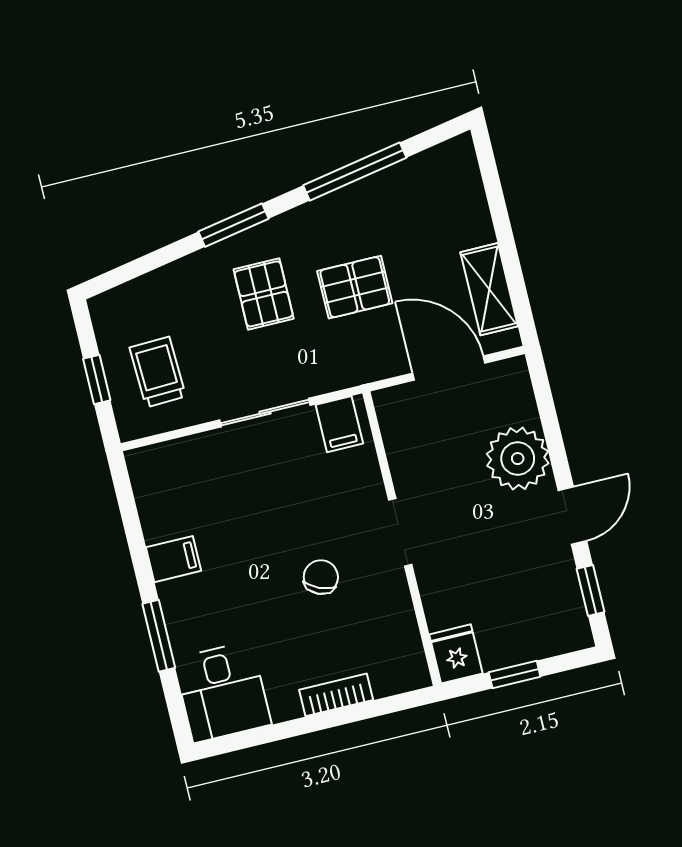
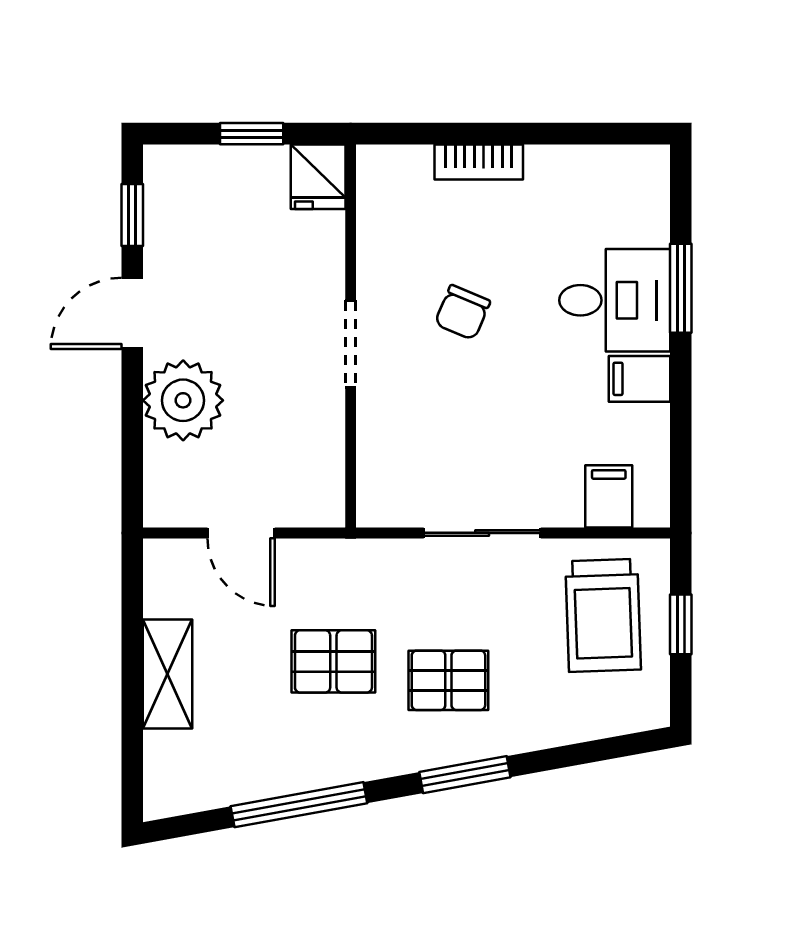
shelving: (489, 289) -> (168, 674), moved
pallet: (264, 294) -> (448, 680), turned 90
door: (449, 368) -> (241, 533), width x0.73
trolley: (158, 372) -> (603, 615), width x1.36, depth x1.39
filing cabinet: (339, 424) -> (609, 496), moved
desk: (222, 692) -> (615, 300), moved, turned 90

